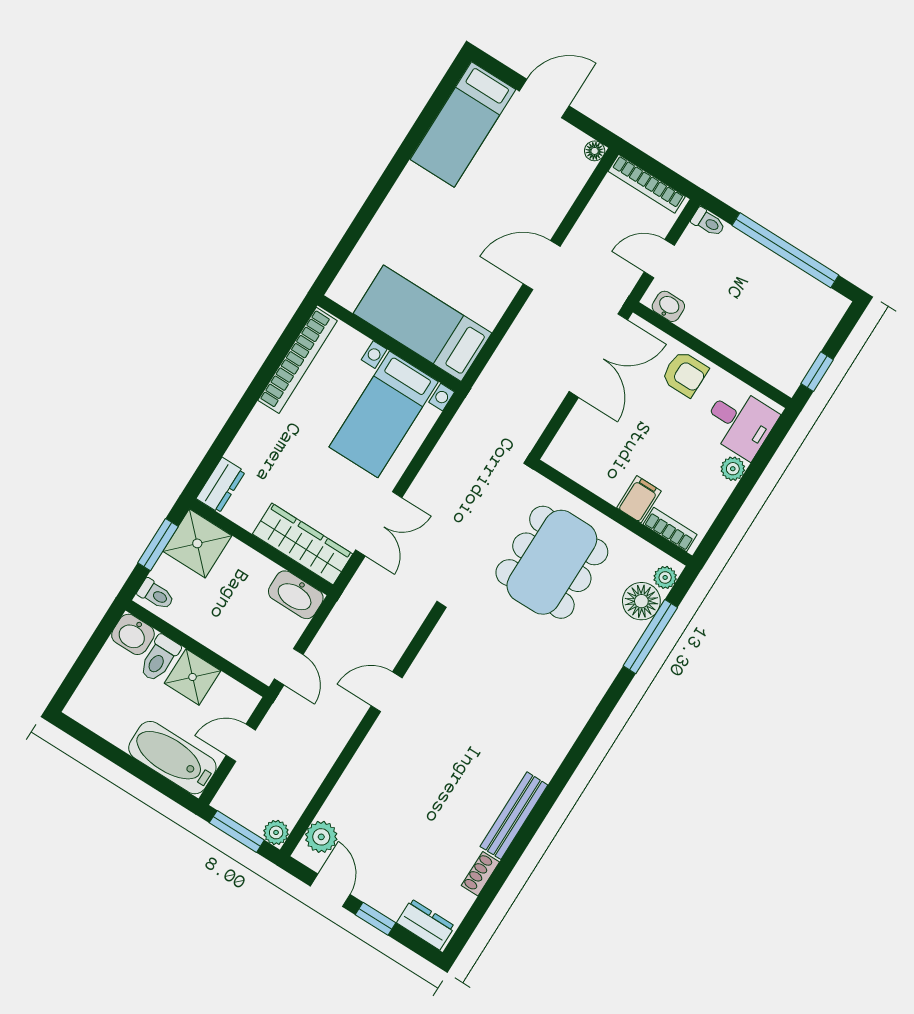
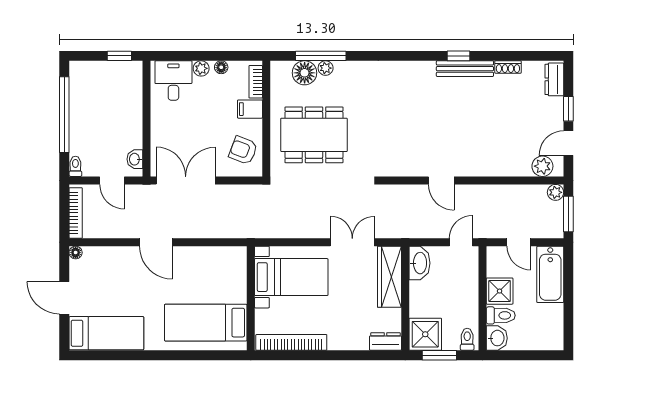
bed: (422, 323) -> (206, 323), moved, turned 90
armchair: (685, 374) -> (243, 150), moved, turned -69
floor lamp: (718, 496) -> (221, 67), added
plant: (665, 577) -> (326, 68), moved
window: (536, 818) -> (459, 56), added

